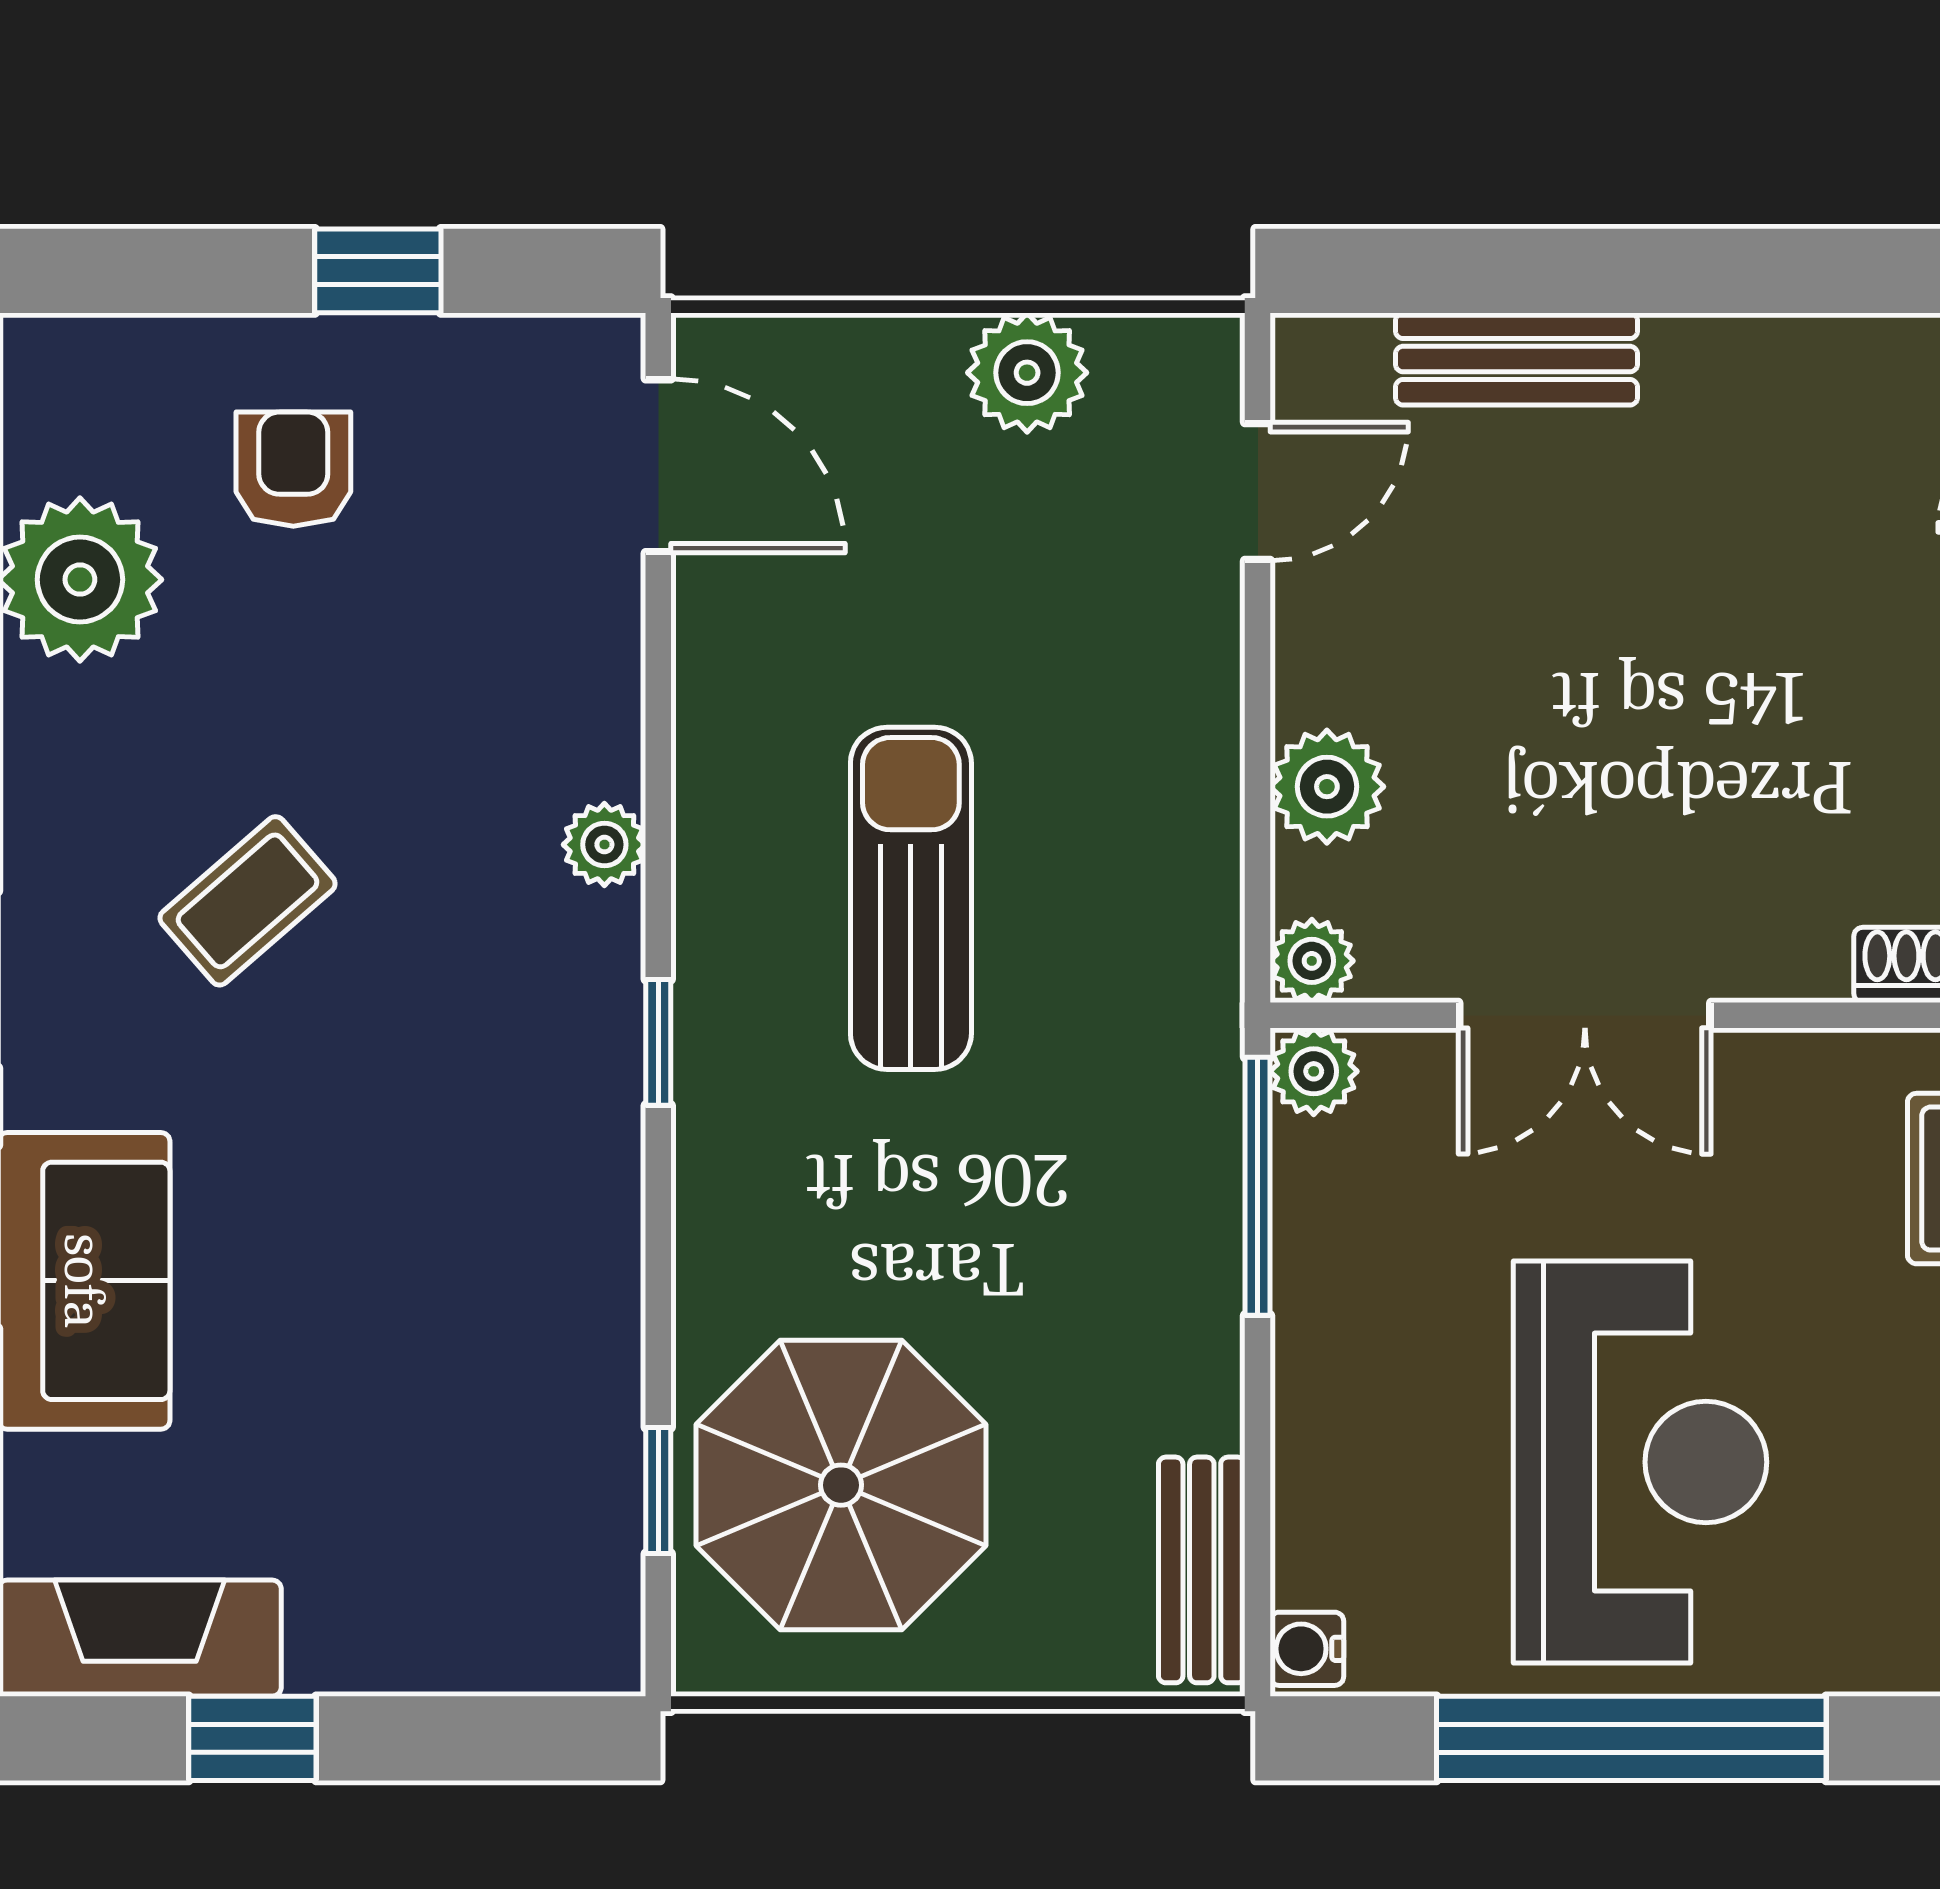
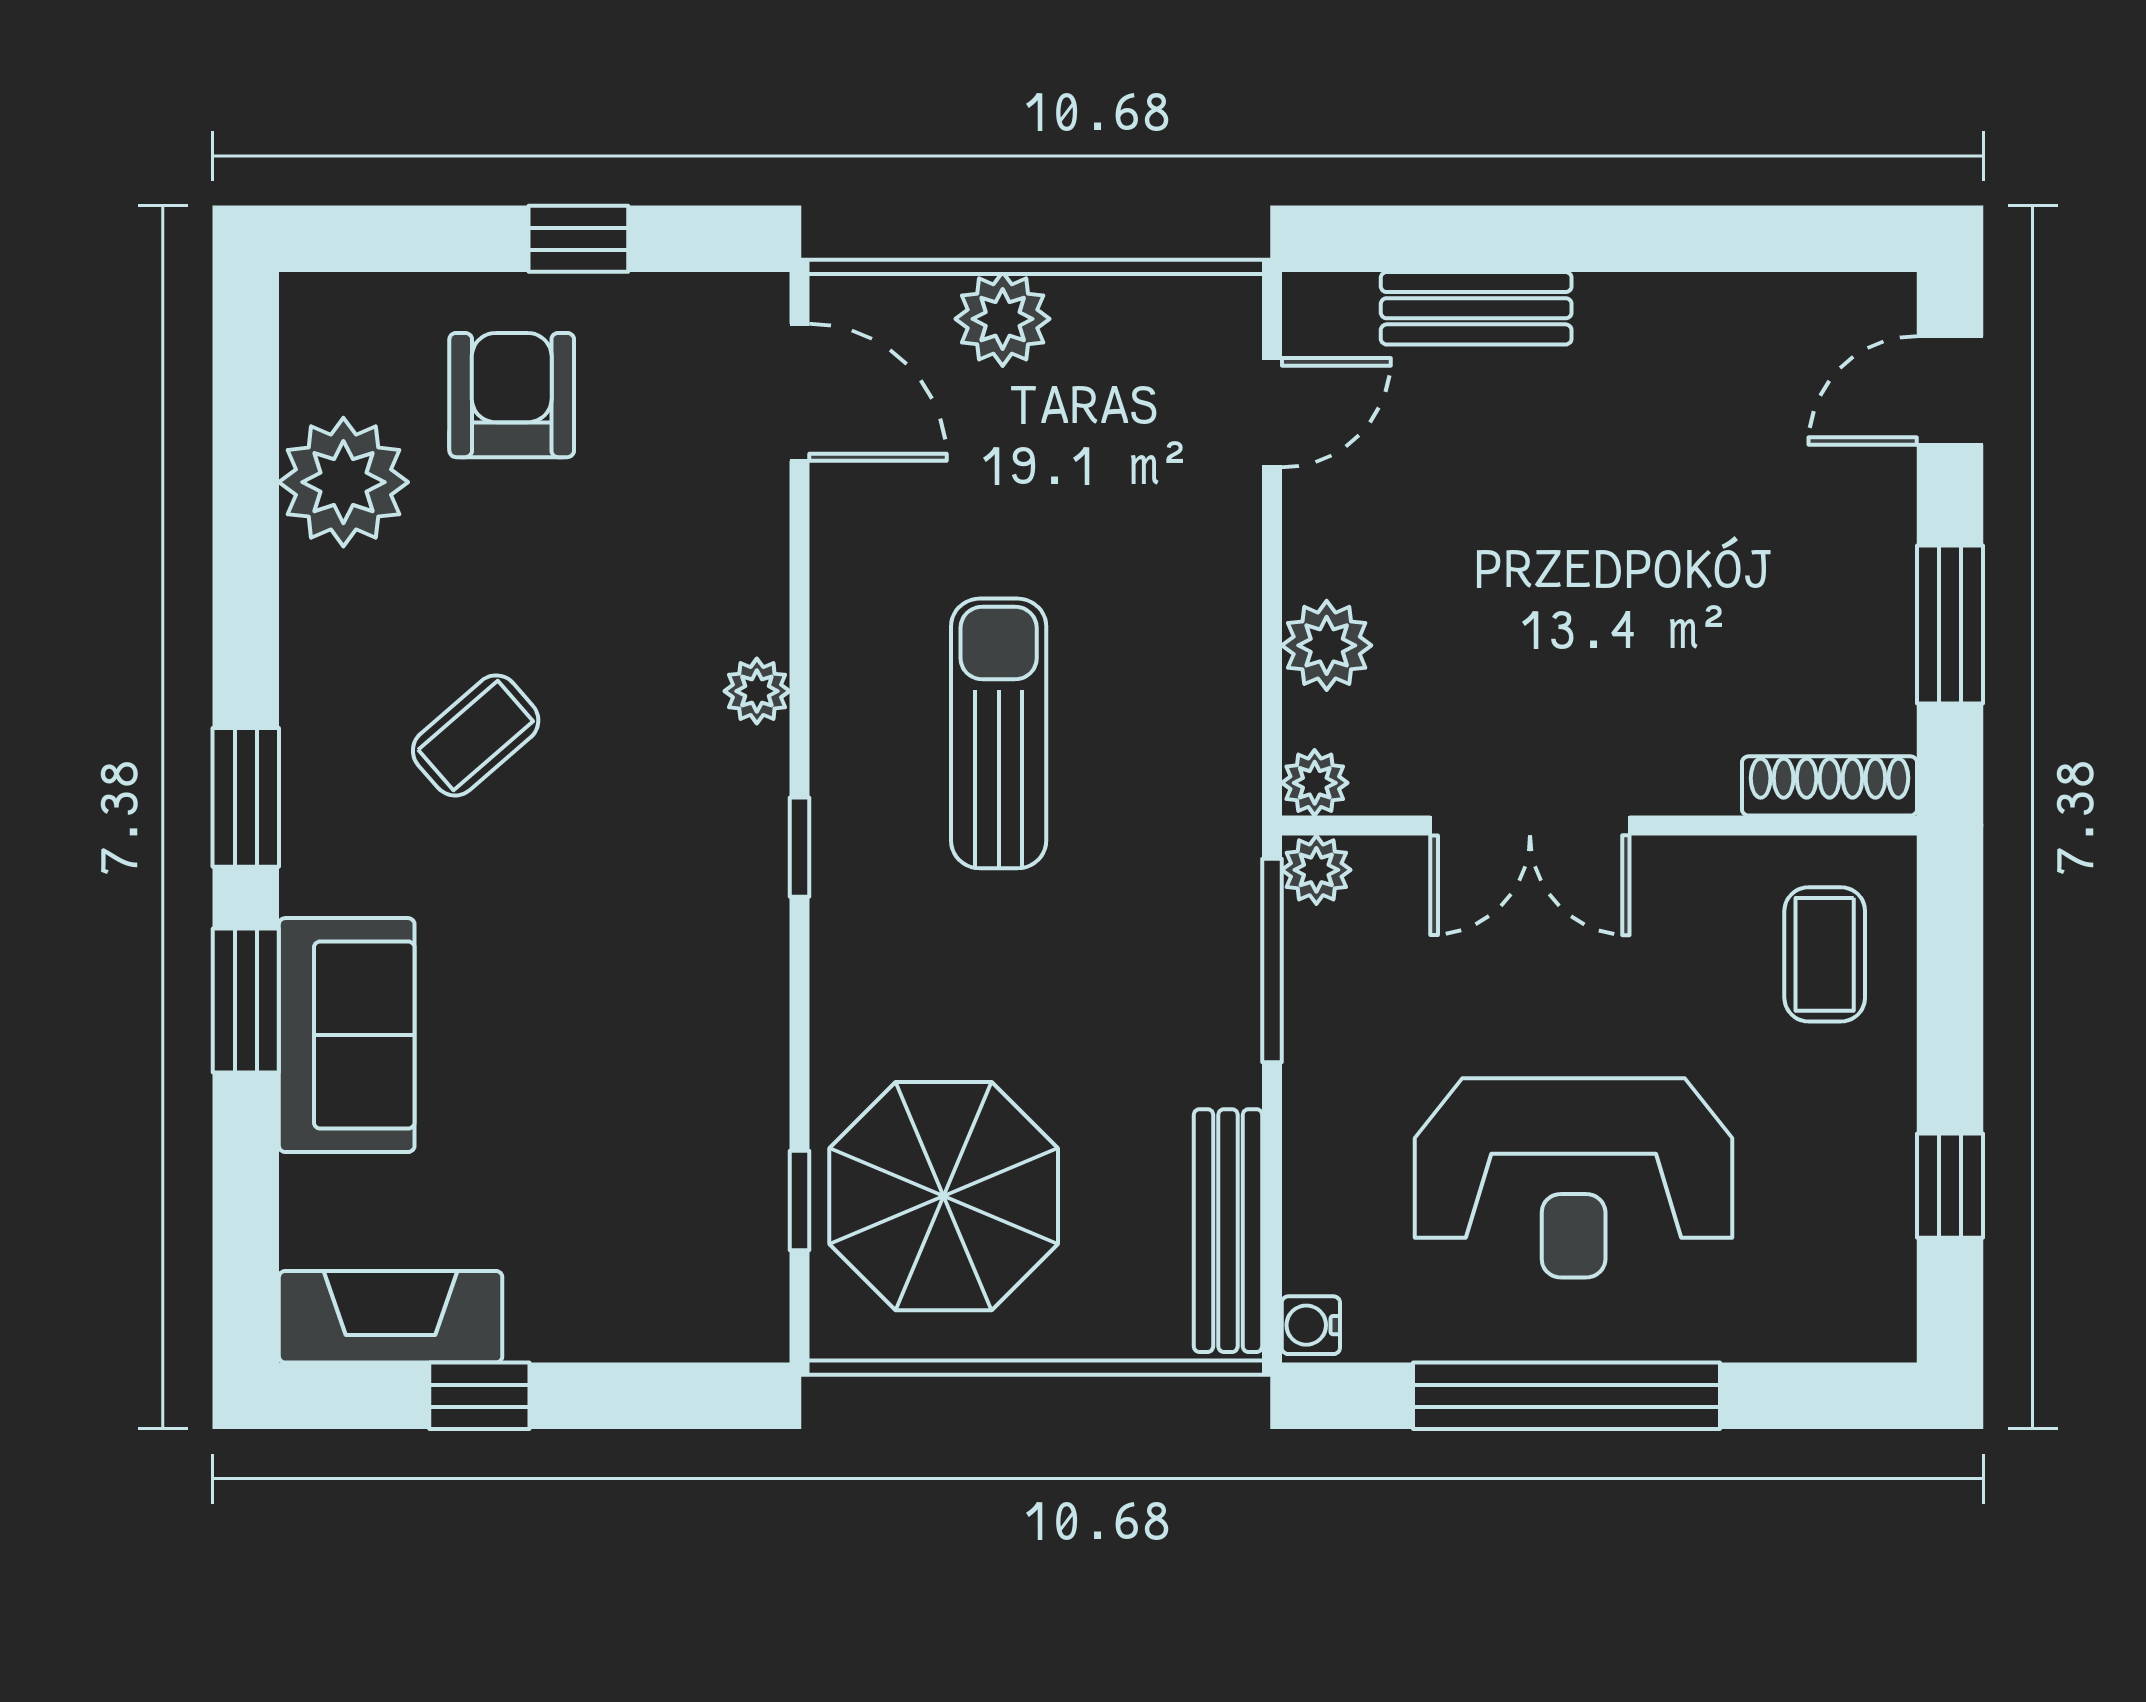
plant: (1027, 373) -> (1003, 319), moved
armchair: (293, 469) -> (512, 395), width x1.38, depth x1.38
reception desk: (1640, 1462) -> (1574, 1178), turned 90
bench: (1202, 1570) -> (1228, 1231), width x1.36

